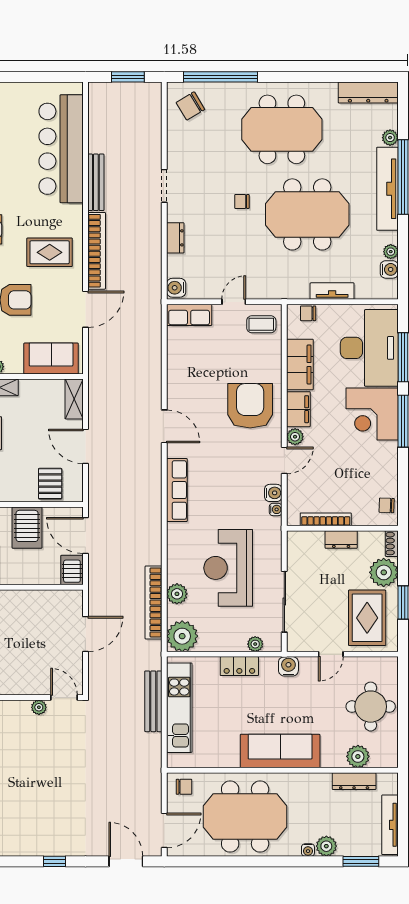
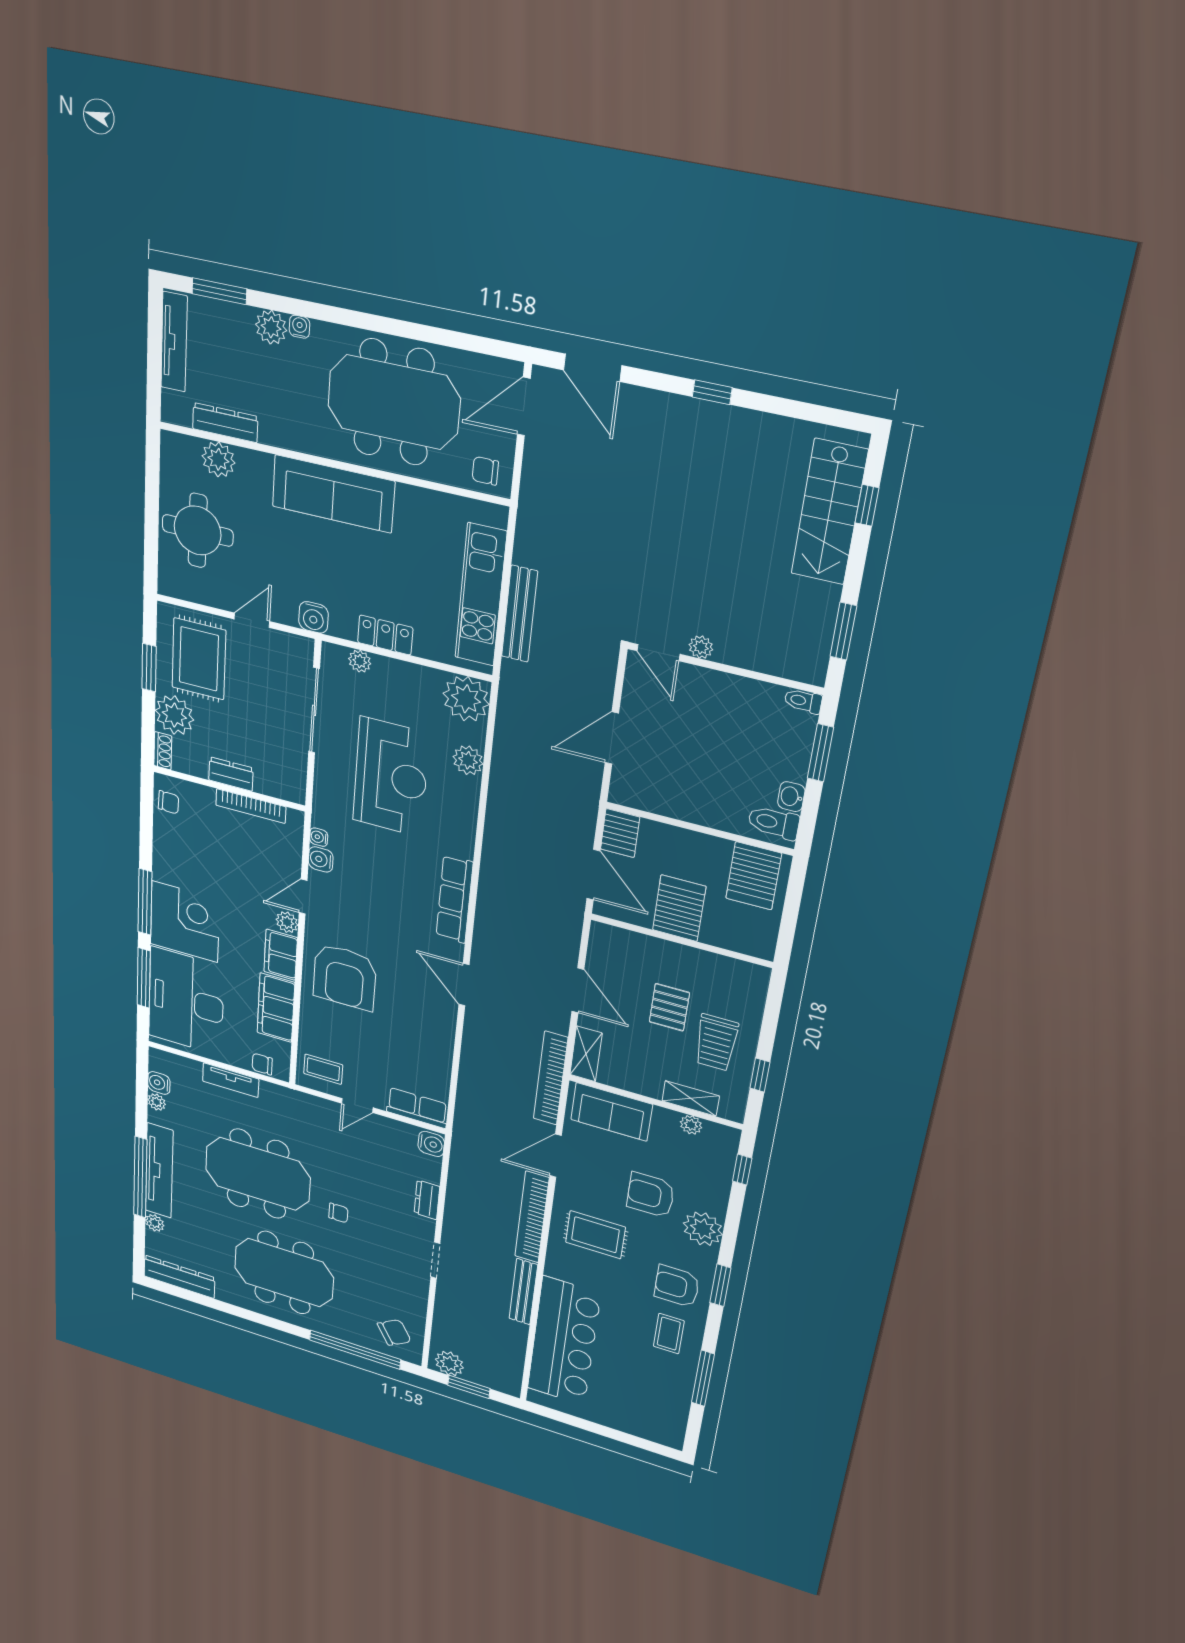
plant: (145, 93) -> (449, 1364), added
chair: (308, 313) -> (262, 1064), turned 180
pallet: (50, 484) -> (669, 1007), moved
bookcase: (154, 602) -> (551, 1078), moved, turned 180

